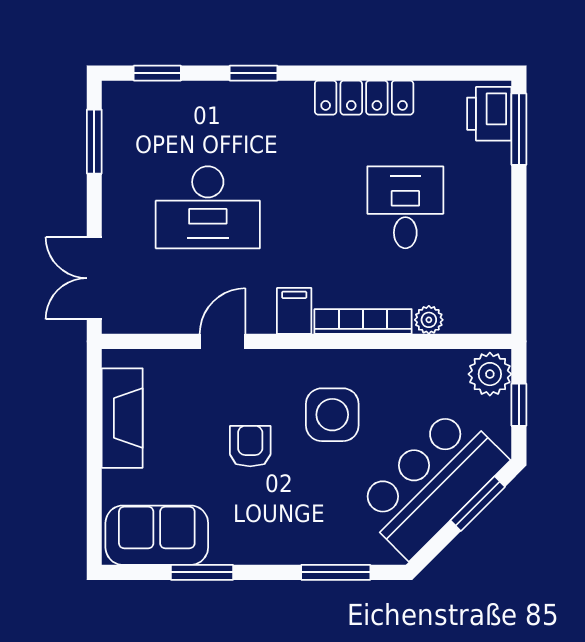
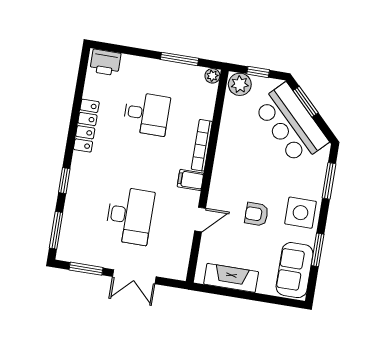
window: (157, 73) -> (56, 230), width x1.50
window: (519, 129) -> (179, 59), moved
desk: (405, 207) -> (146, 114), turned 180
double door: (94, 278) -> (134, 277), moved
plant: (429, 320) -> (212, 76), moved
door: (223, 341) -> (200, 219), swing flipped
side table: (332, 415) -> (301, 213), moved

